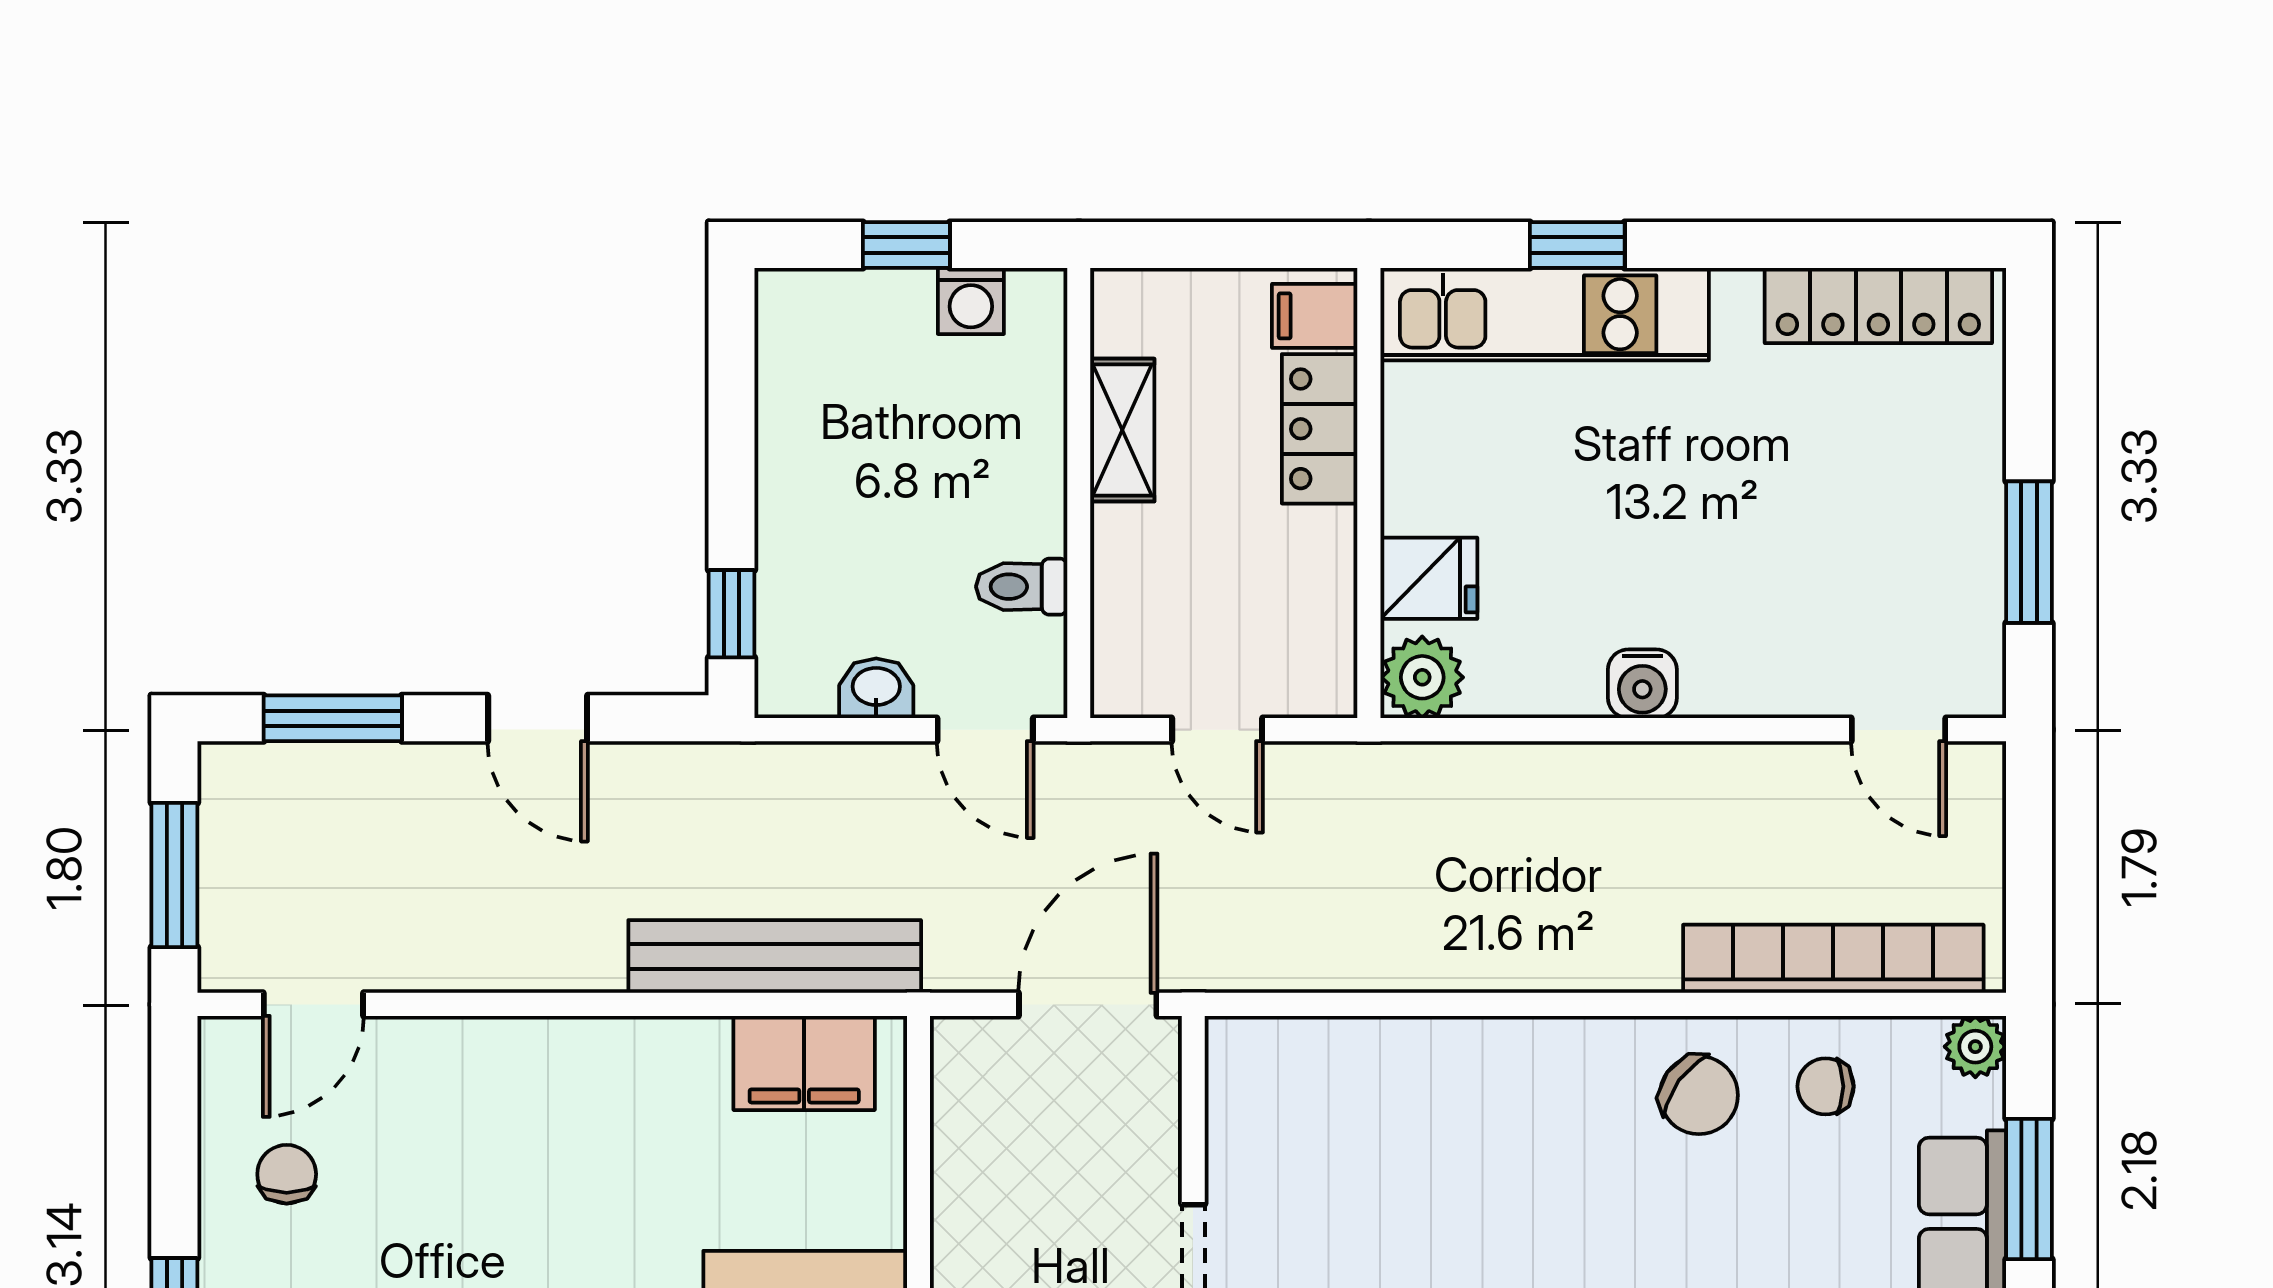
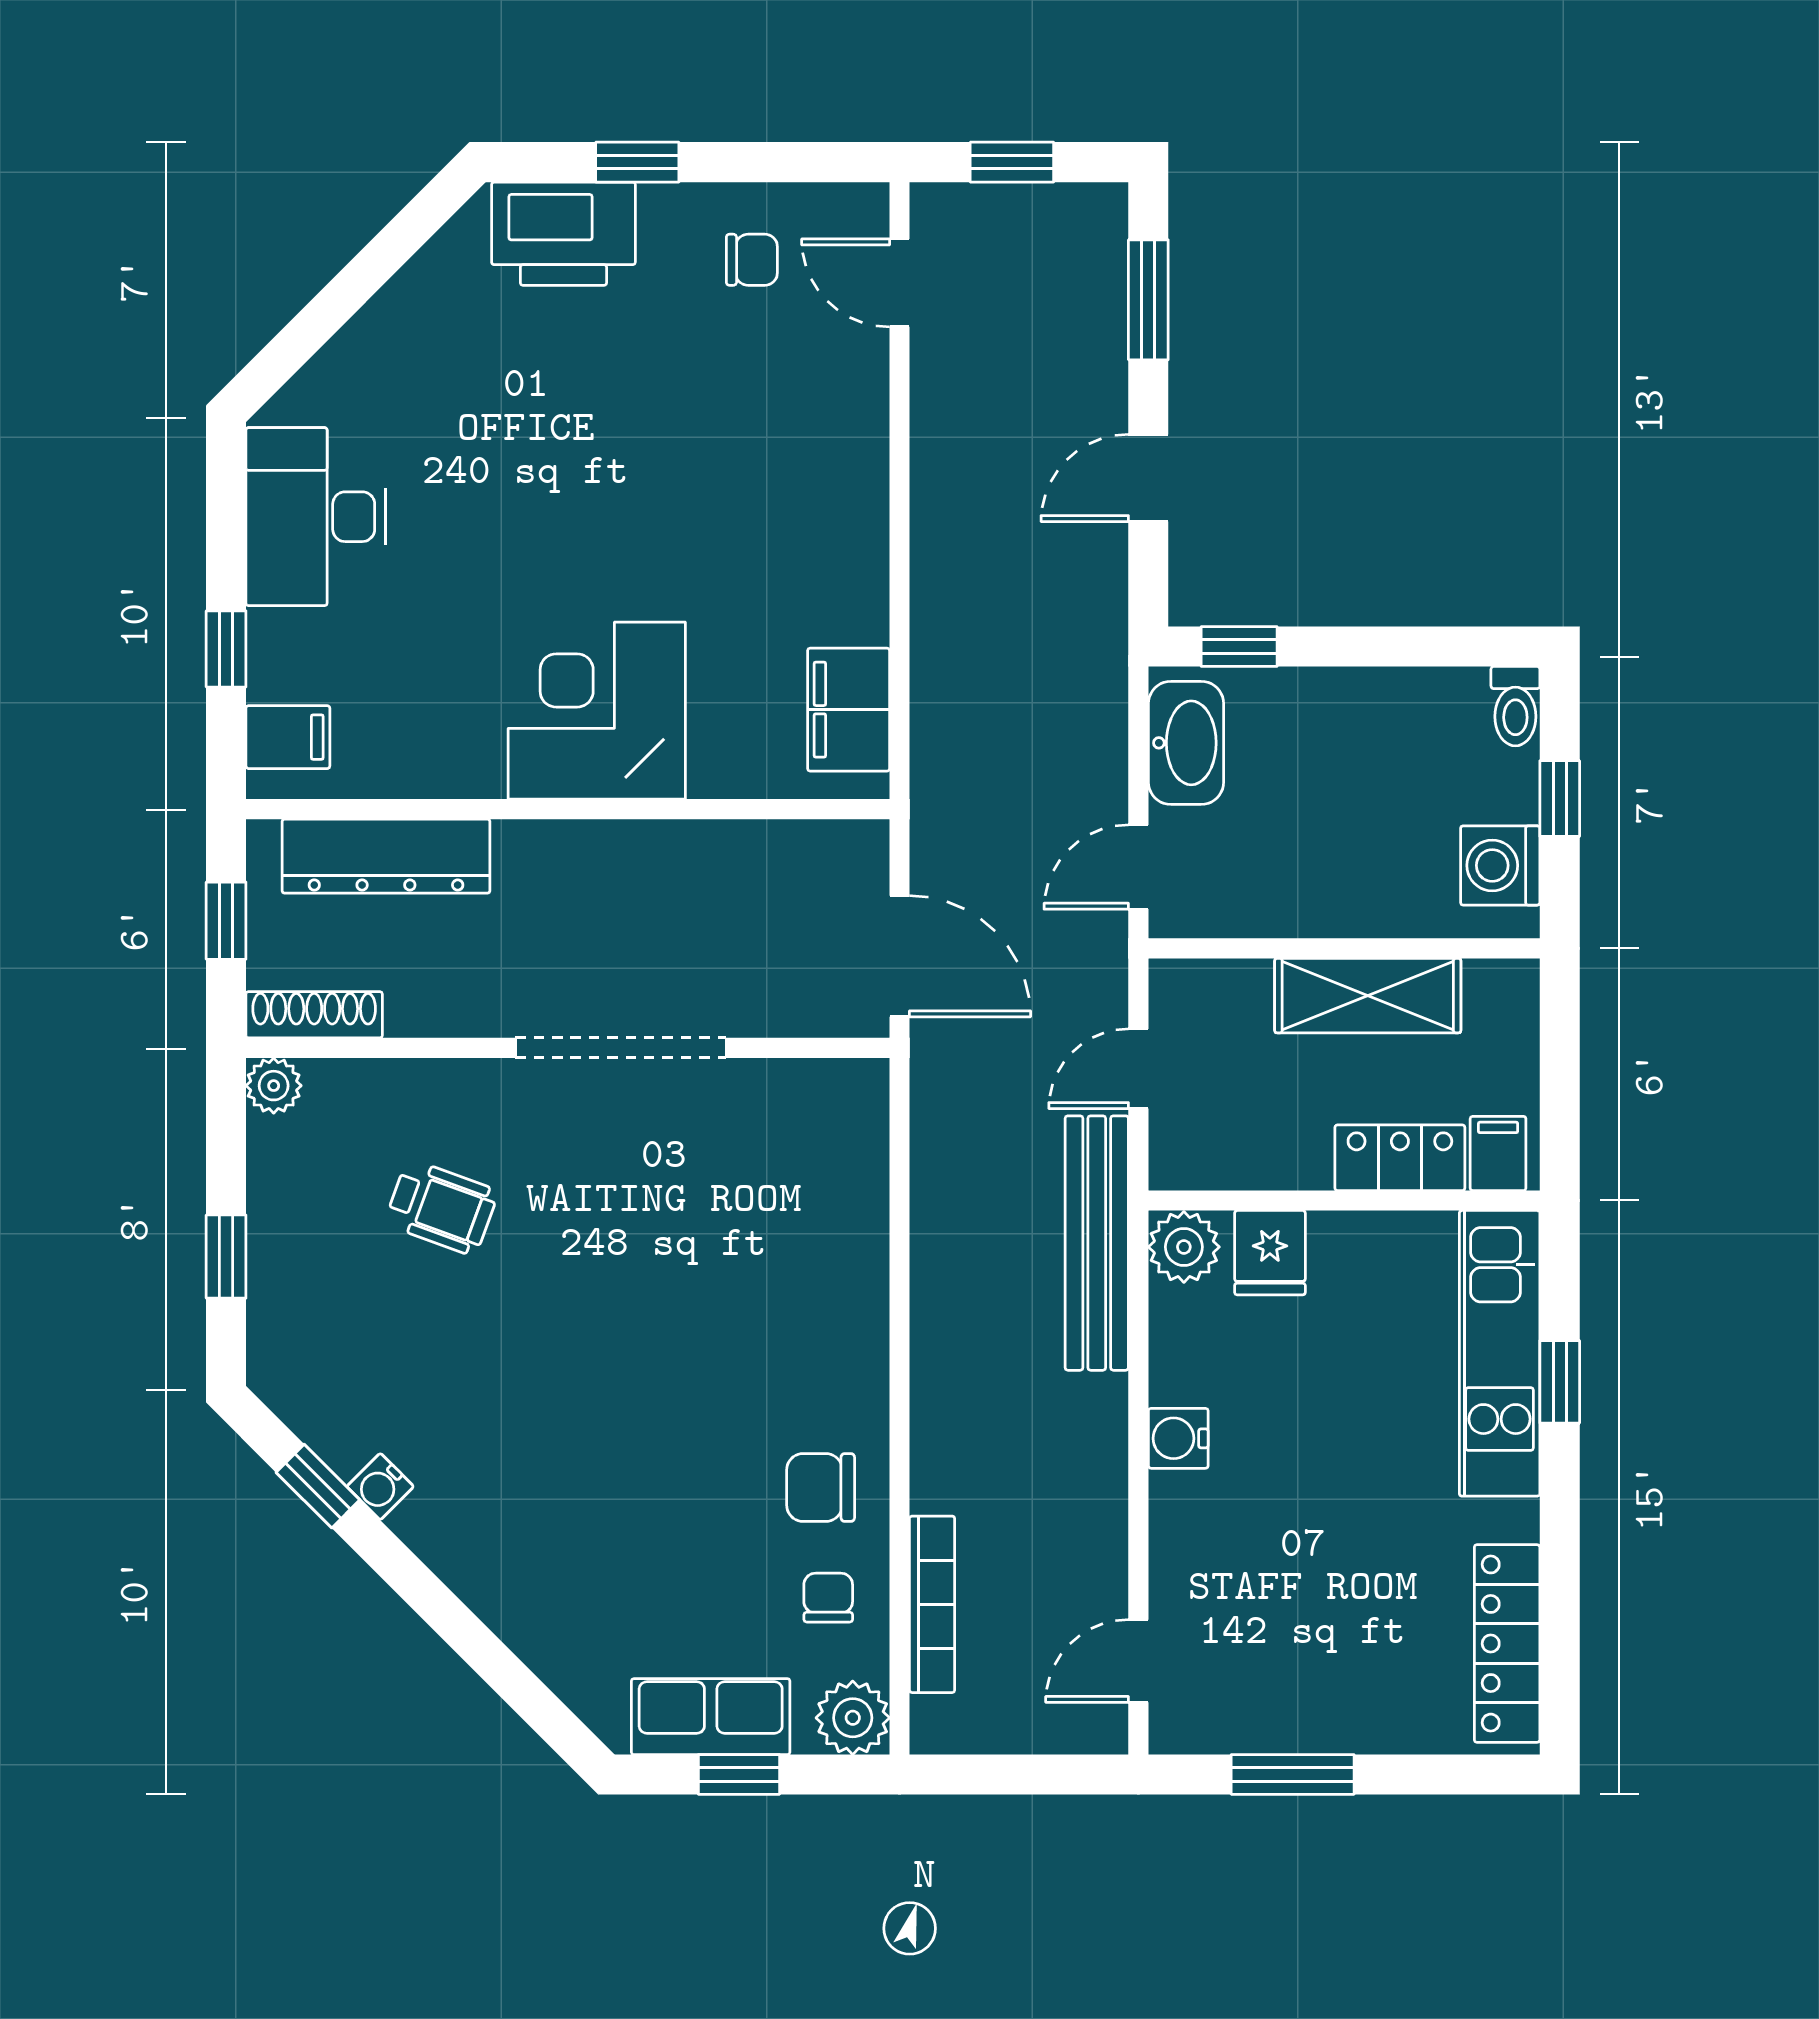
washing machine: (971, 301) -> (1500, 865), width x1.38, depth x1.38
shelving: (1122, 430) -> (1368, 996), width x1.50, depth x1.33
toilet: (1022, 587) -> (1515, 706), moved, turned 180
washbasin: (876, 688) -> (1186, 743), width x1.91, depth x1.45
window: (174, 875) -> (1012, 162), width x0.67
bench: (775, 957) -> (1097, 1243), moved
bookcase: (1833, 959) -> (932, 1604), width x0.68, depth x0.76
plant: (1975, 1047) -> (853, 1718), width x1.38, depth x1.38
chair: (1699, 1095) -> (821, 1487), turned 54
window: (2029, 1189) -> (739, 1774), width x0.67

